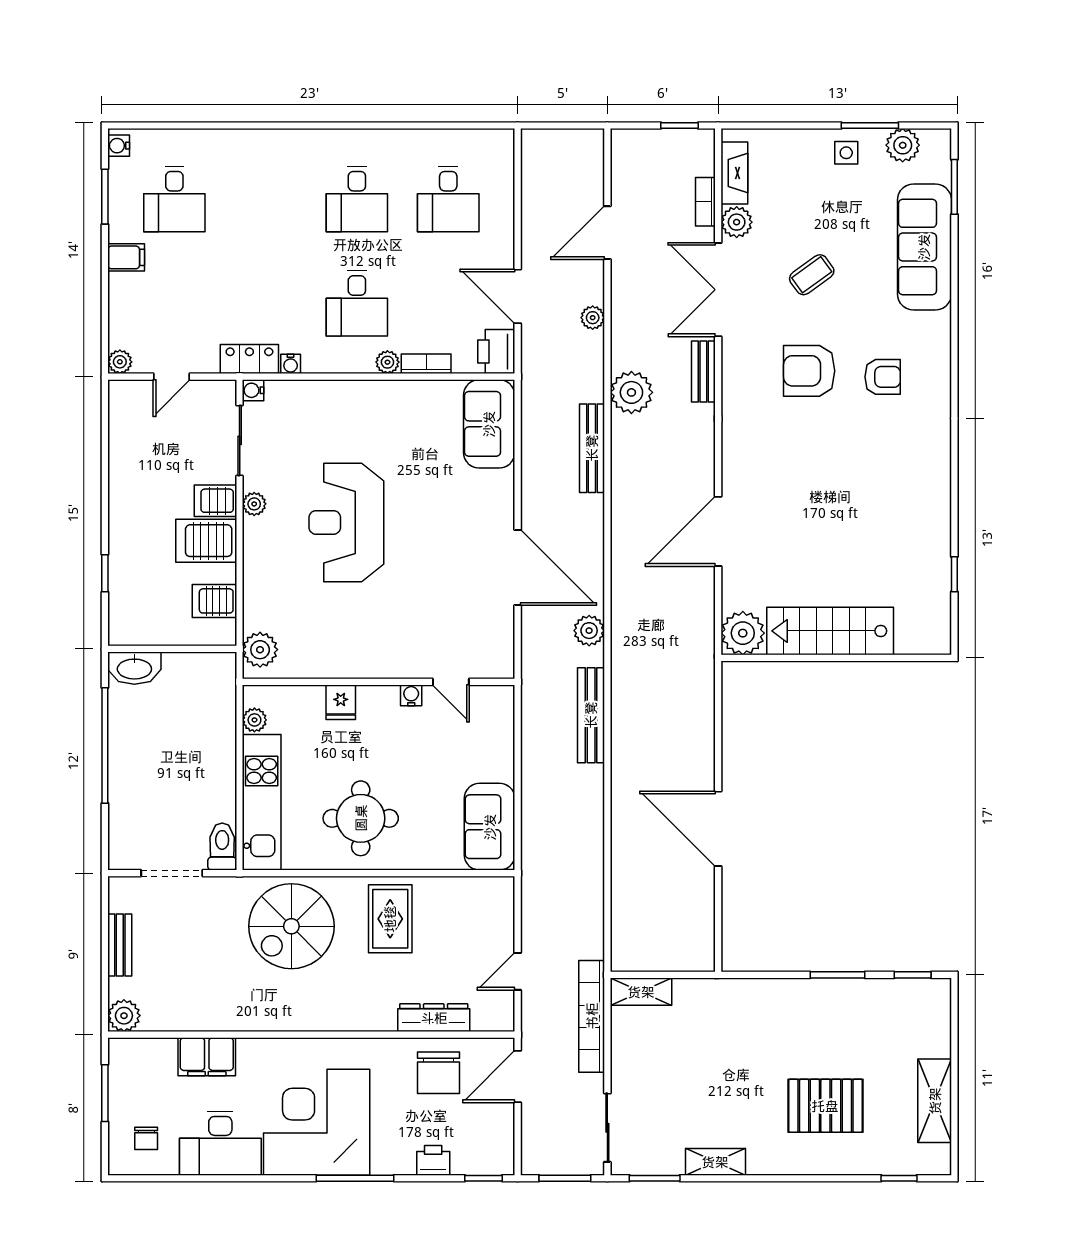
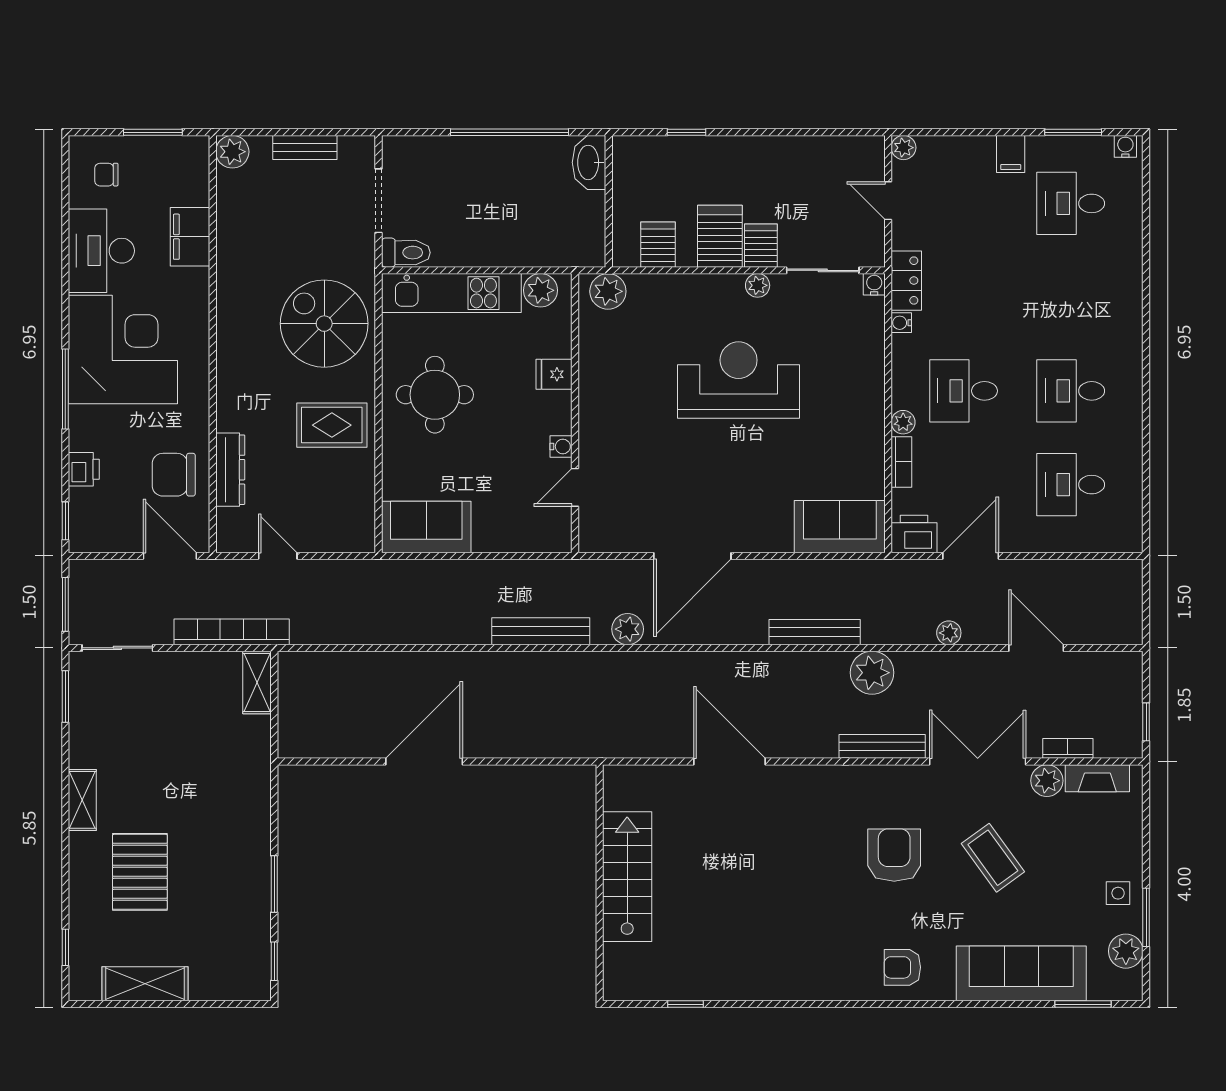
coffee table: (812, 275) -> (993, 858), width x1.36, depth x1.30
bench: (703, 371) -> (882, 746), width x1.36
armchair: (883, 377) -> (902, 967), moved, turned 90
plant: (743, 633) -> (625, 787), removed
plant: (254, 720) -> (540, 290), width x1.38, depth x1.38
shelving: (715, 1162) -> (82, 800), moved

